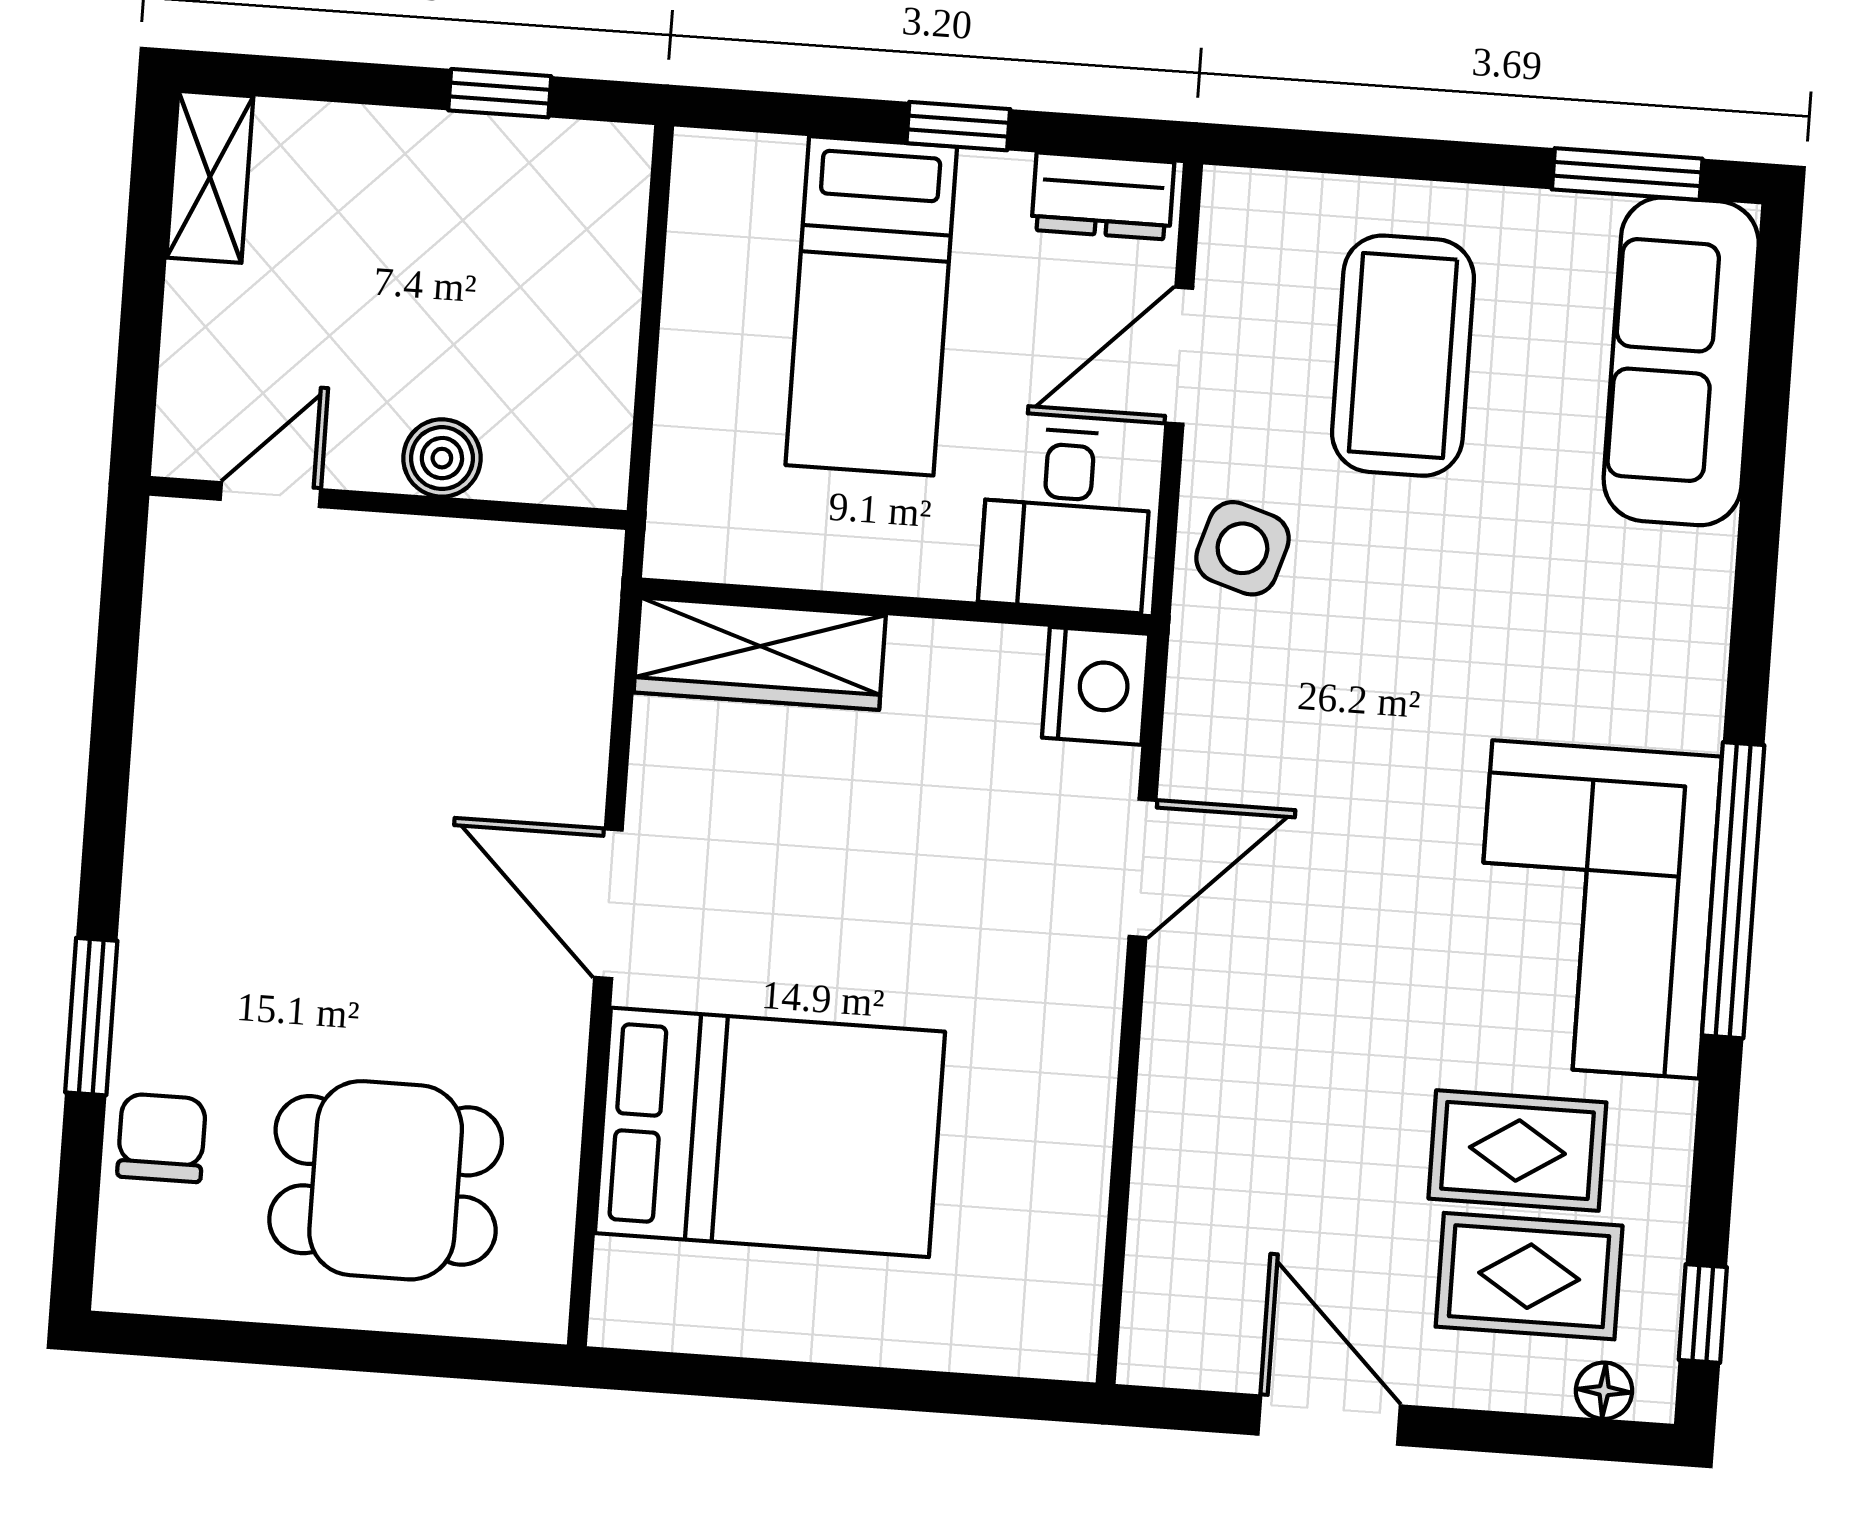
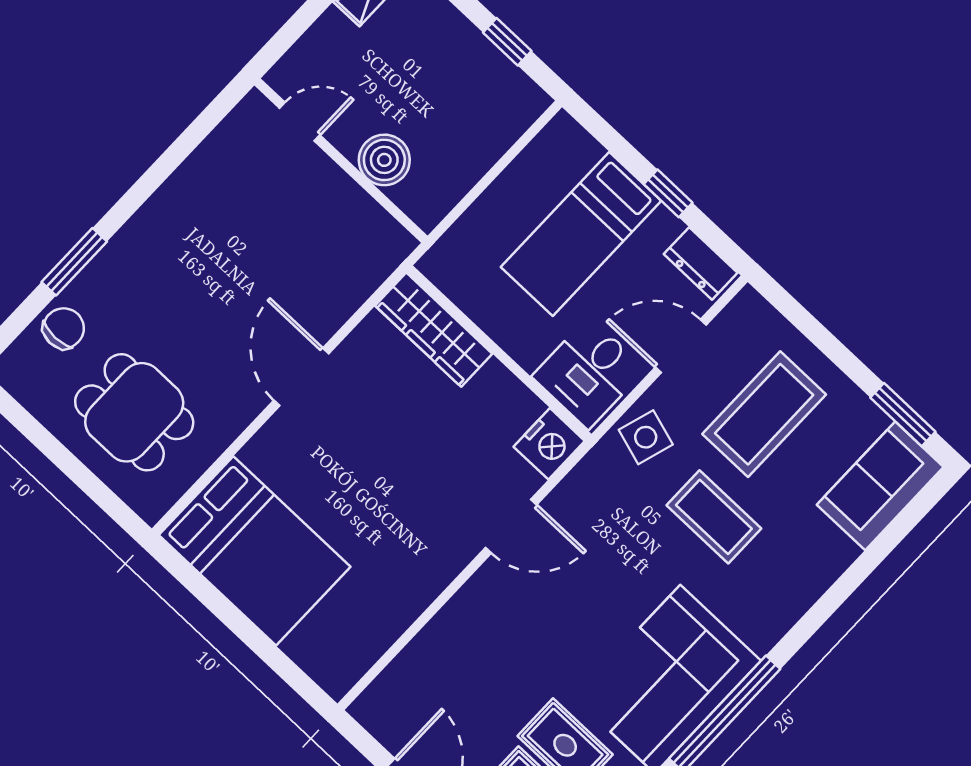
sofa: (1681, 361) -> (880, 486), width x0.73
boiler: (442, 458) -> (384, 160), width x1.36, depth x1.36
coffee table: (1457, 587) -> (714, 517), added
bed: (770, 1132) -> (255, 551), moved

